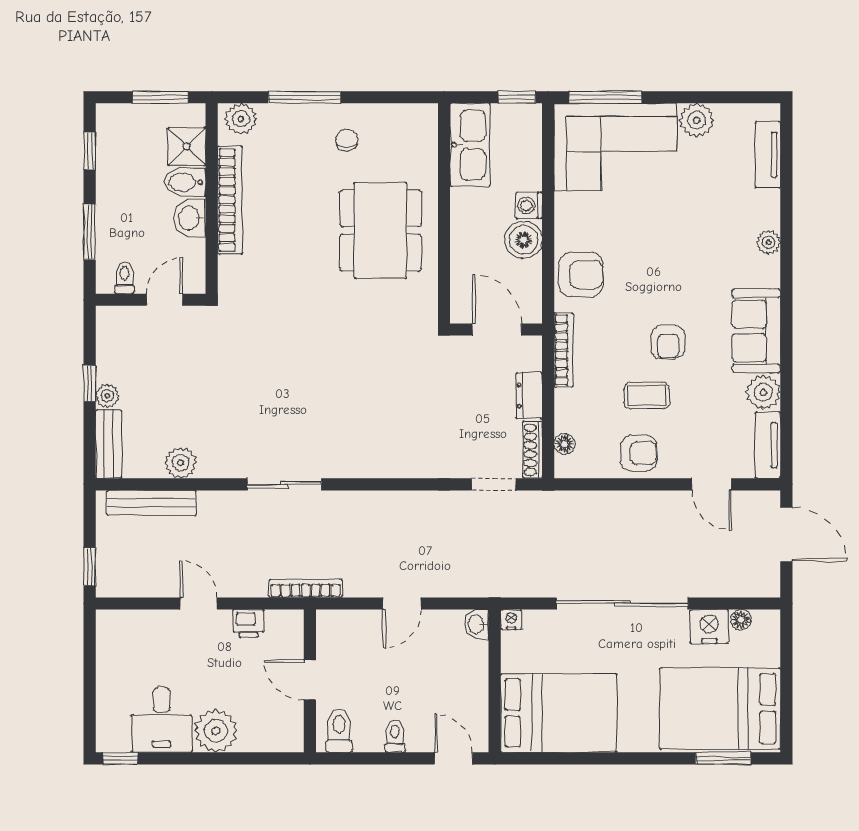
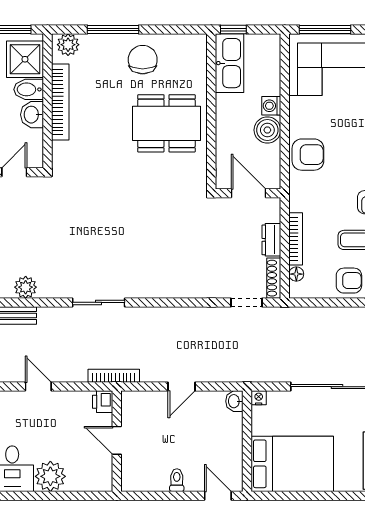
window: (517, 97) -> (233, 29), moved
chair: (347, 140) -> (143, 60), width x1.87, depth x1.87
shower: (187, 146) -> (25, 59), width x1.36, depth x1.36
dining table: (380, 230) -> (166, 123), turned 90
bookcase: (564, 350) -> (296, 239), moved
printer: (248, 624) -> (103, 402), moved, turned 90
toilet: (339, 730) -> (137, 476), removed

